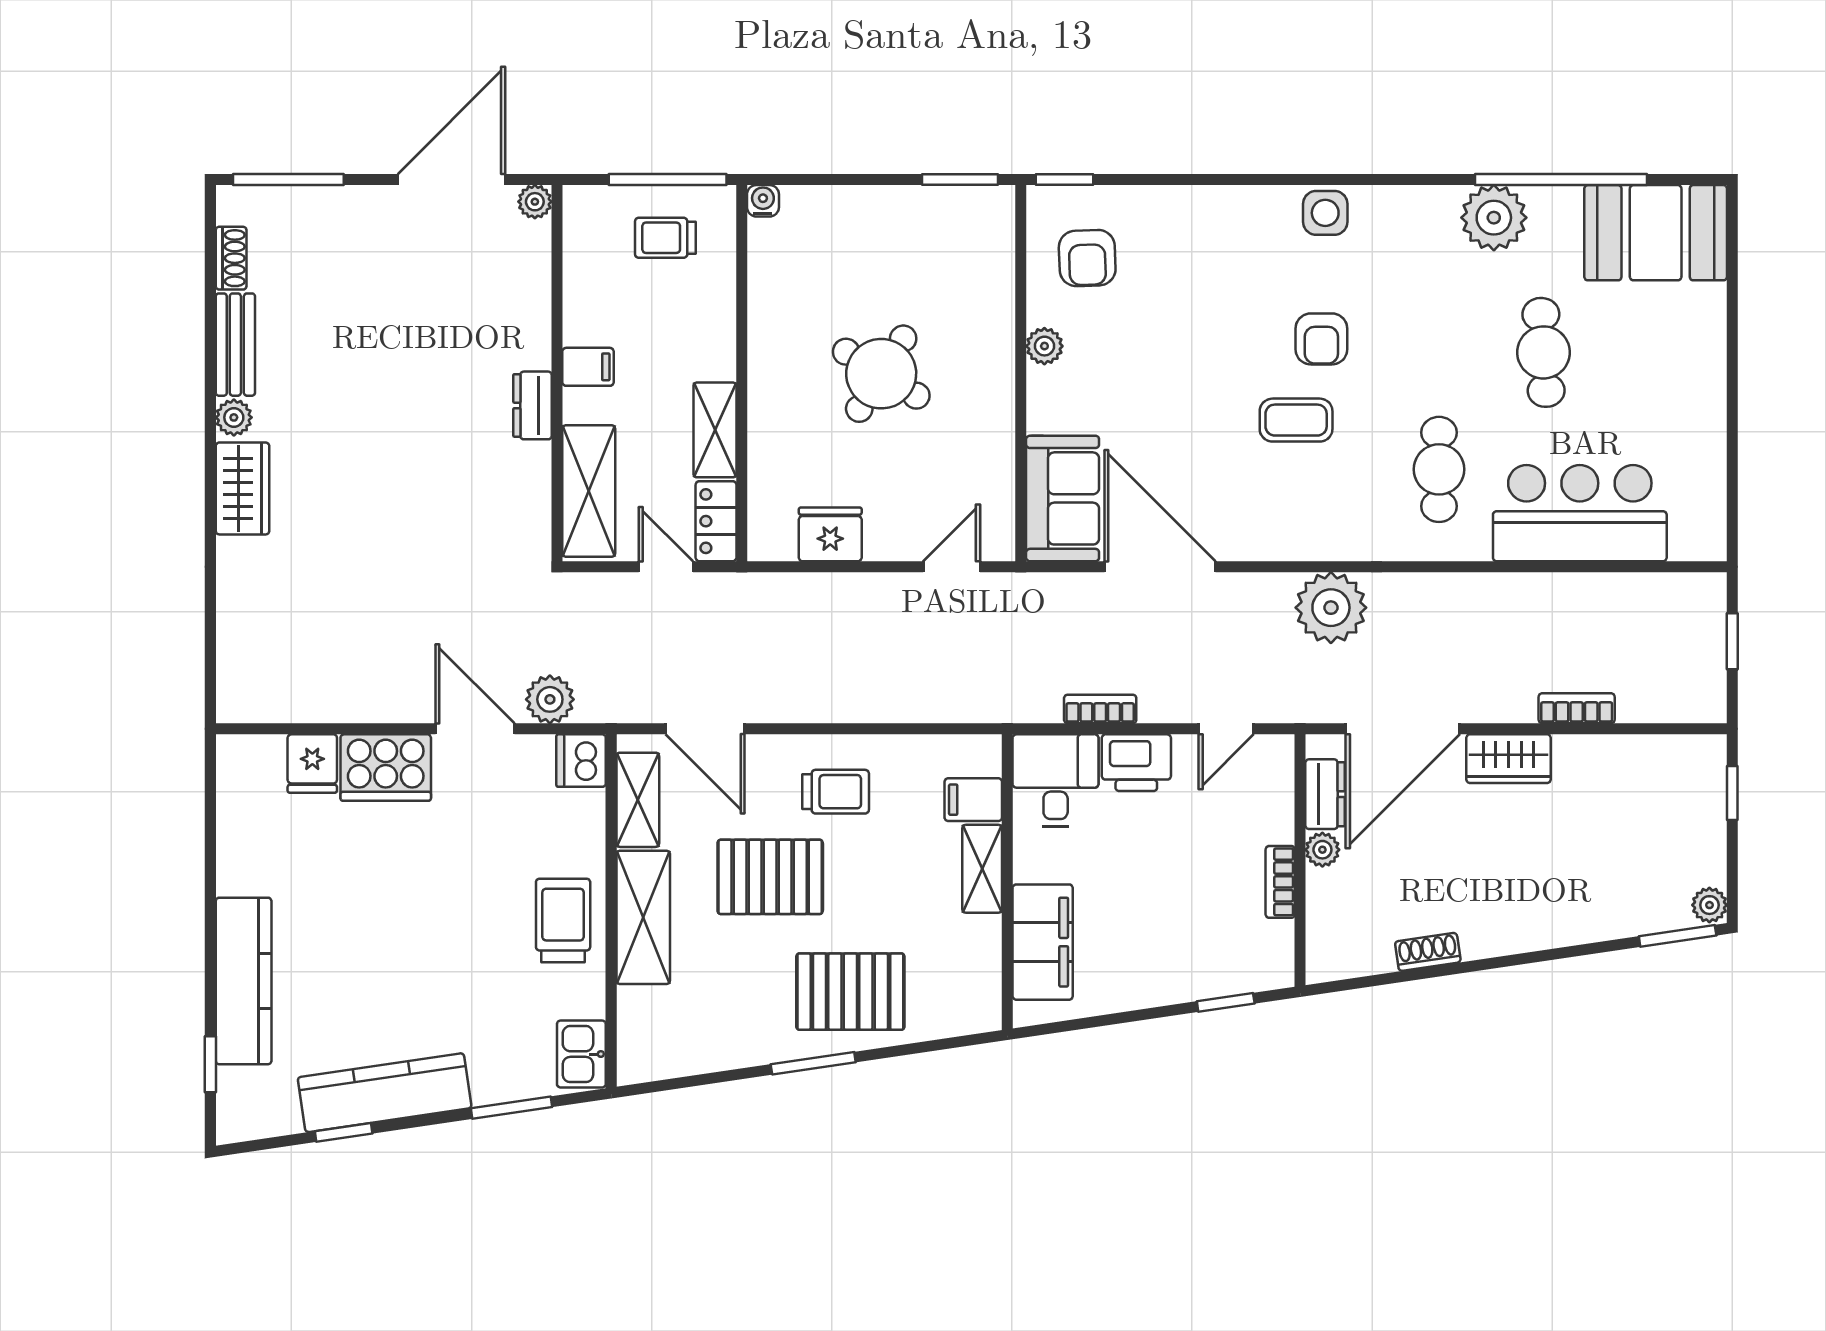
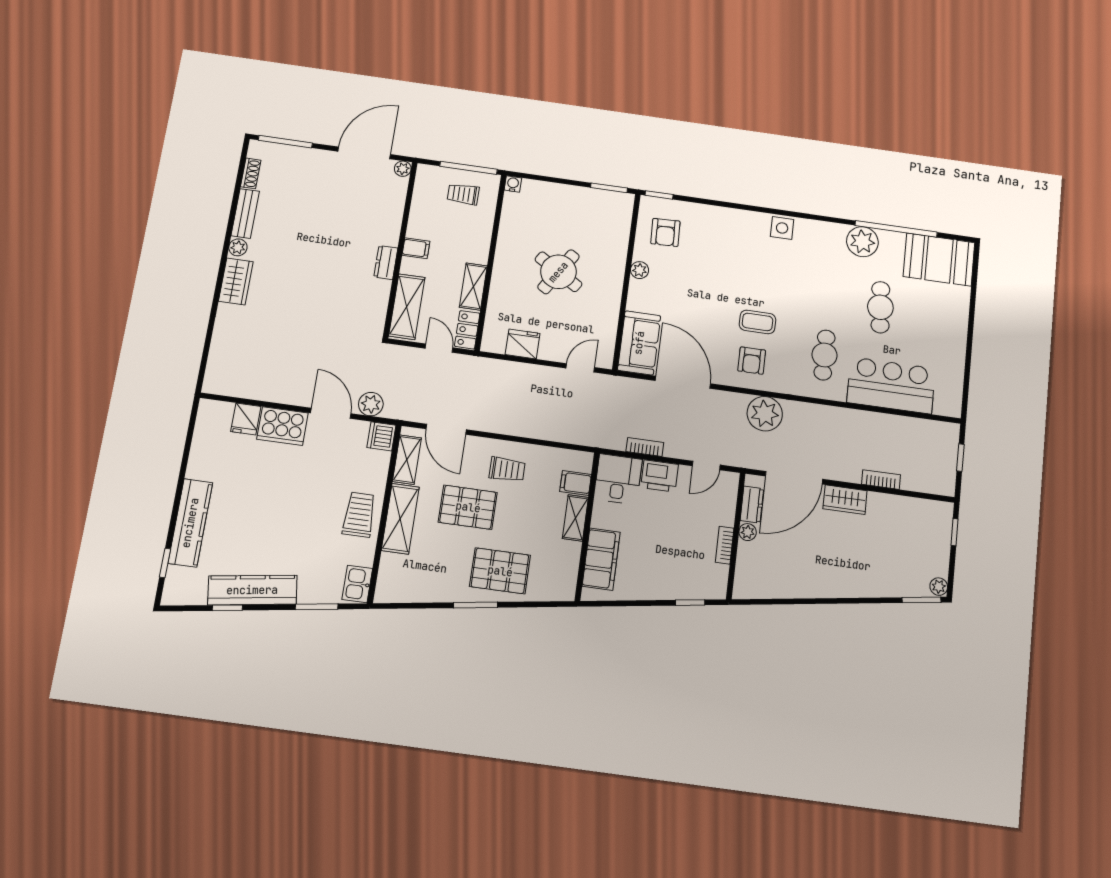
armchair: (1321, 339) -> (752, 361), moved
shoe rack: (1428, 952) -> (795, 591), removed

